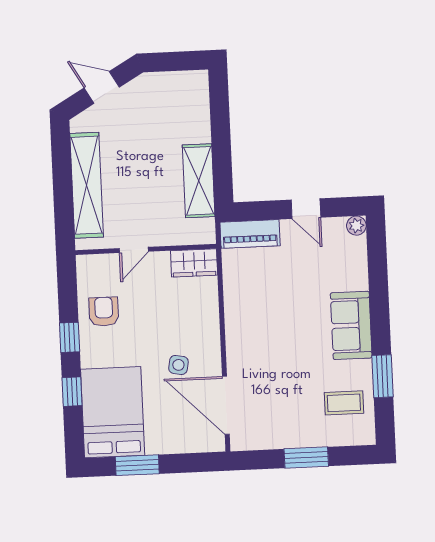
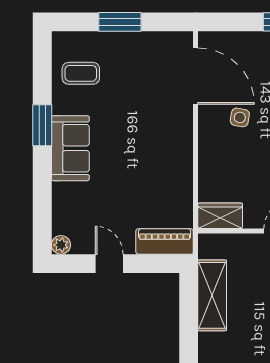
window: (382, 376) -> (42, 125), moved

